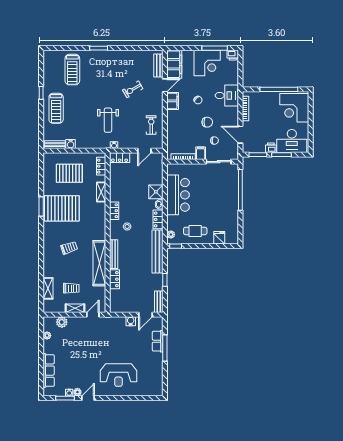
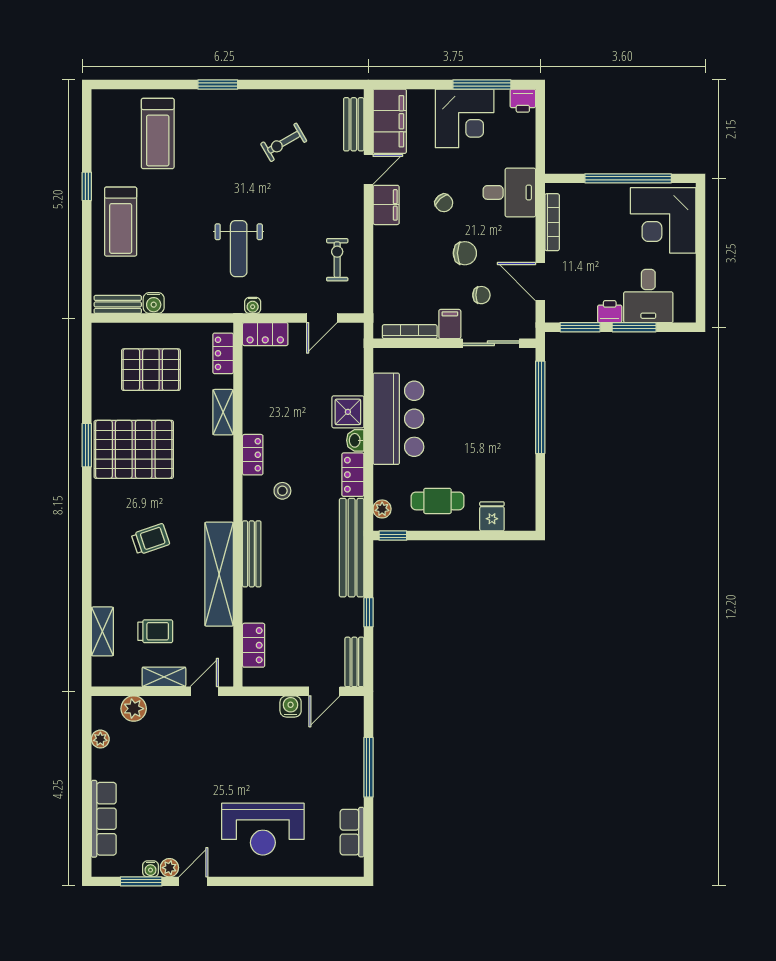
exercise bike: (133, 89) -> (284, 142), moved
desk: (292, 141) -> (648, 296), width x0.73
locker: (114, 279) -> (254, 645), moved
row of seats: (158, 341) -> (352, 832), moved

